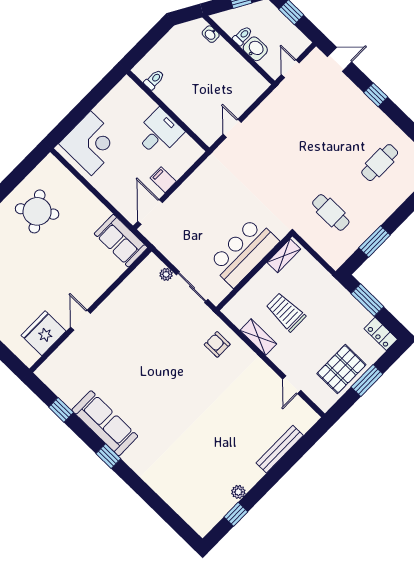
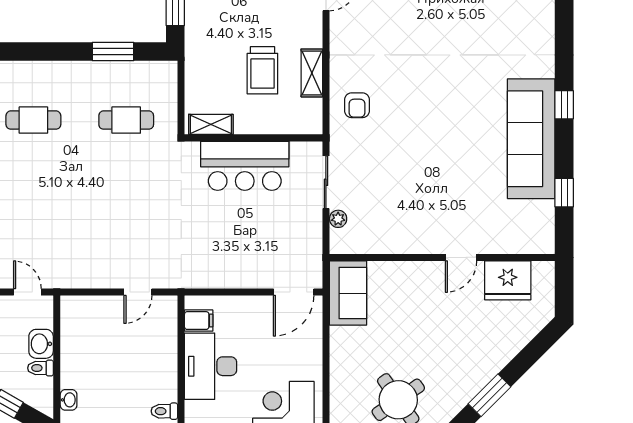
door: (290, 69) -> (27, 292), swing flipped
desk: (159, 133) -> (211, 366), width x1.37
filing cabinet: (163, 180) -> (199, 321), moved, turned -90
cafe table: (331, 212) -> (126, 120), turned 90
sofa: (105, 423) -> (531, 139), width x1.36, depth x1.27

